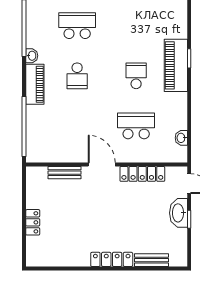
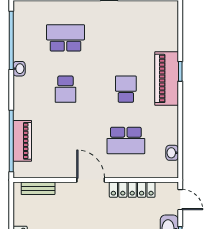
piano: (35, 84) -> (22, 141), moved
school desk: (136, 126) -> (126, 140), turned 180
bench: (64, 173) -> (38, 188), moved

